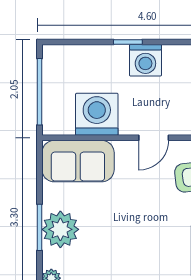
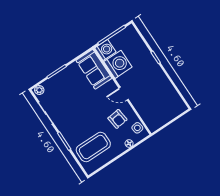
washing machine: (145, 60) -> (105, 50), moved, turned 180
plant: (60, 229) -> (61, 81), removed

